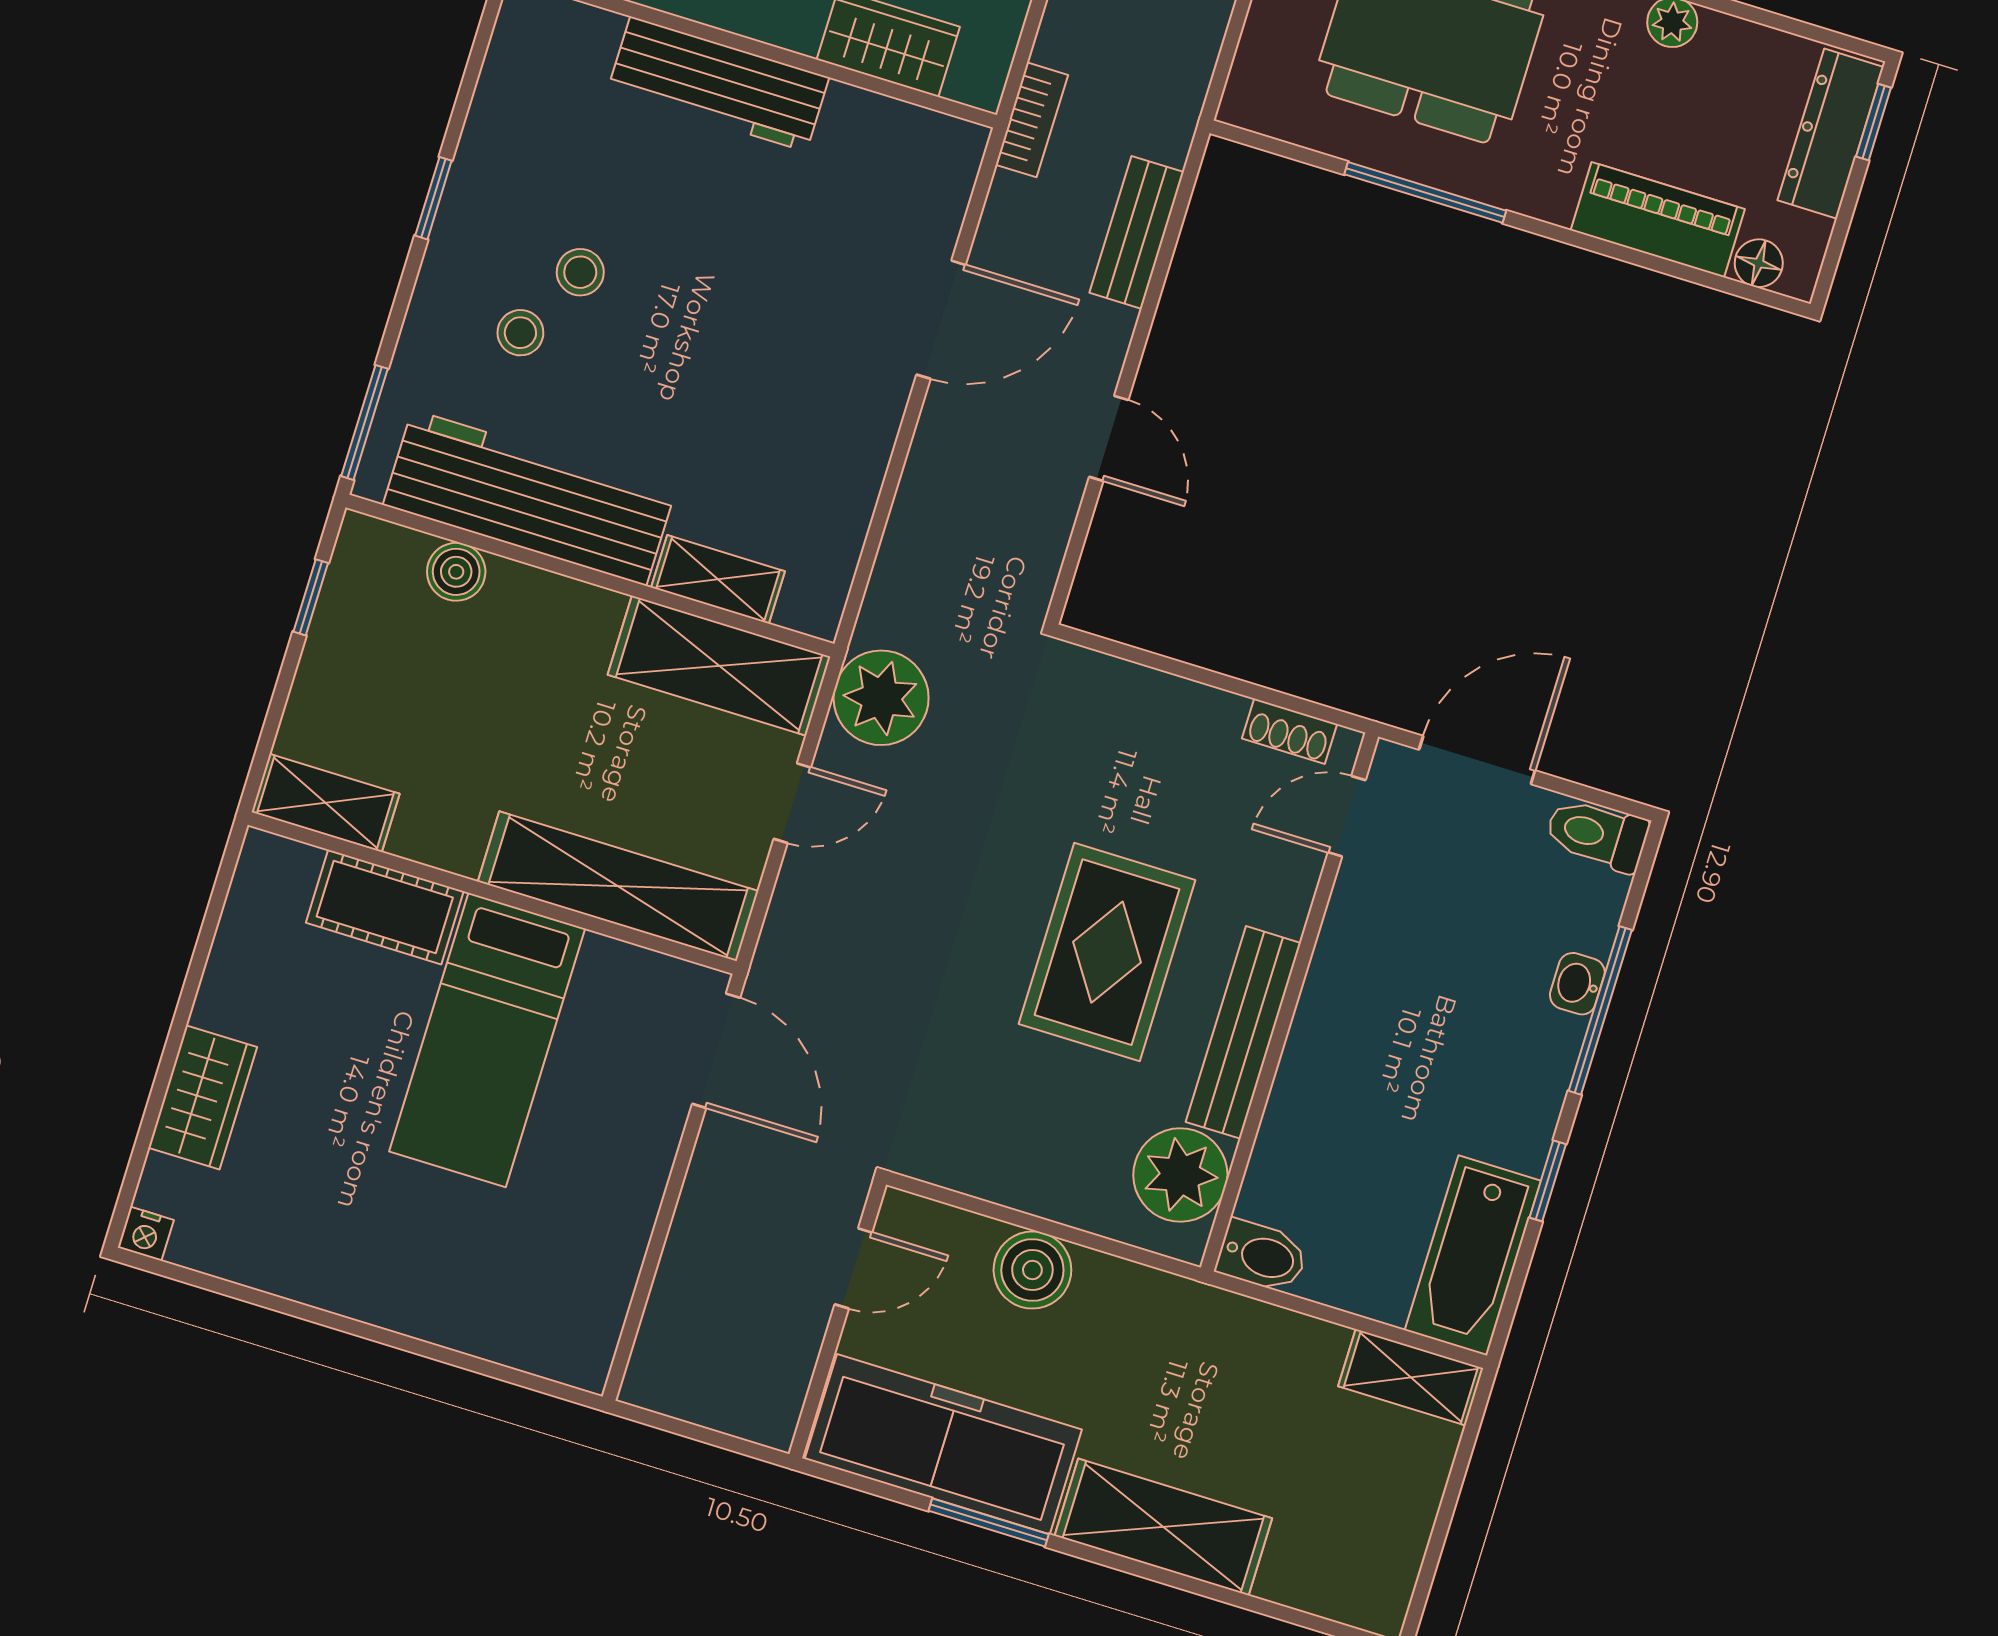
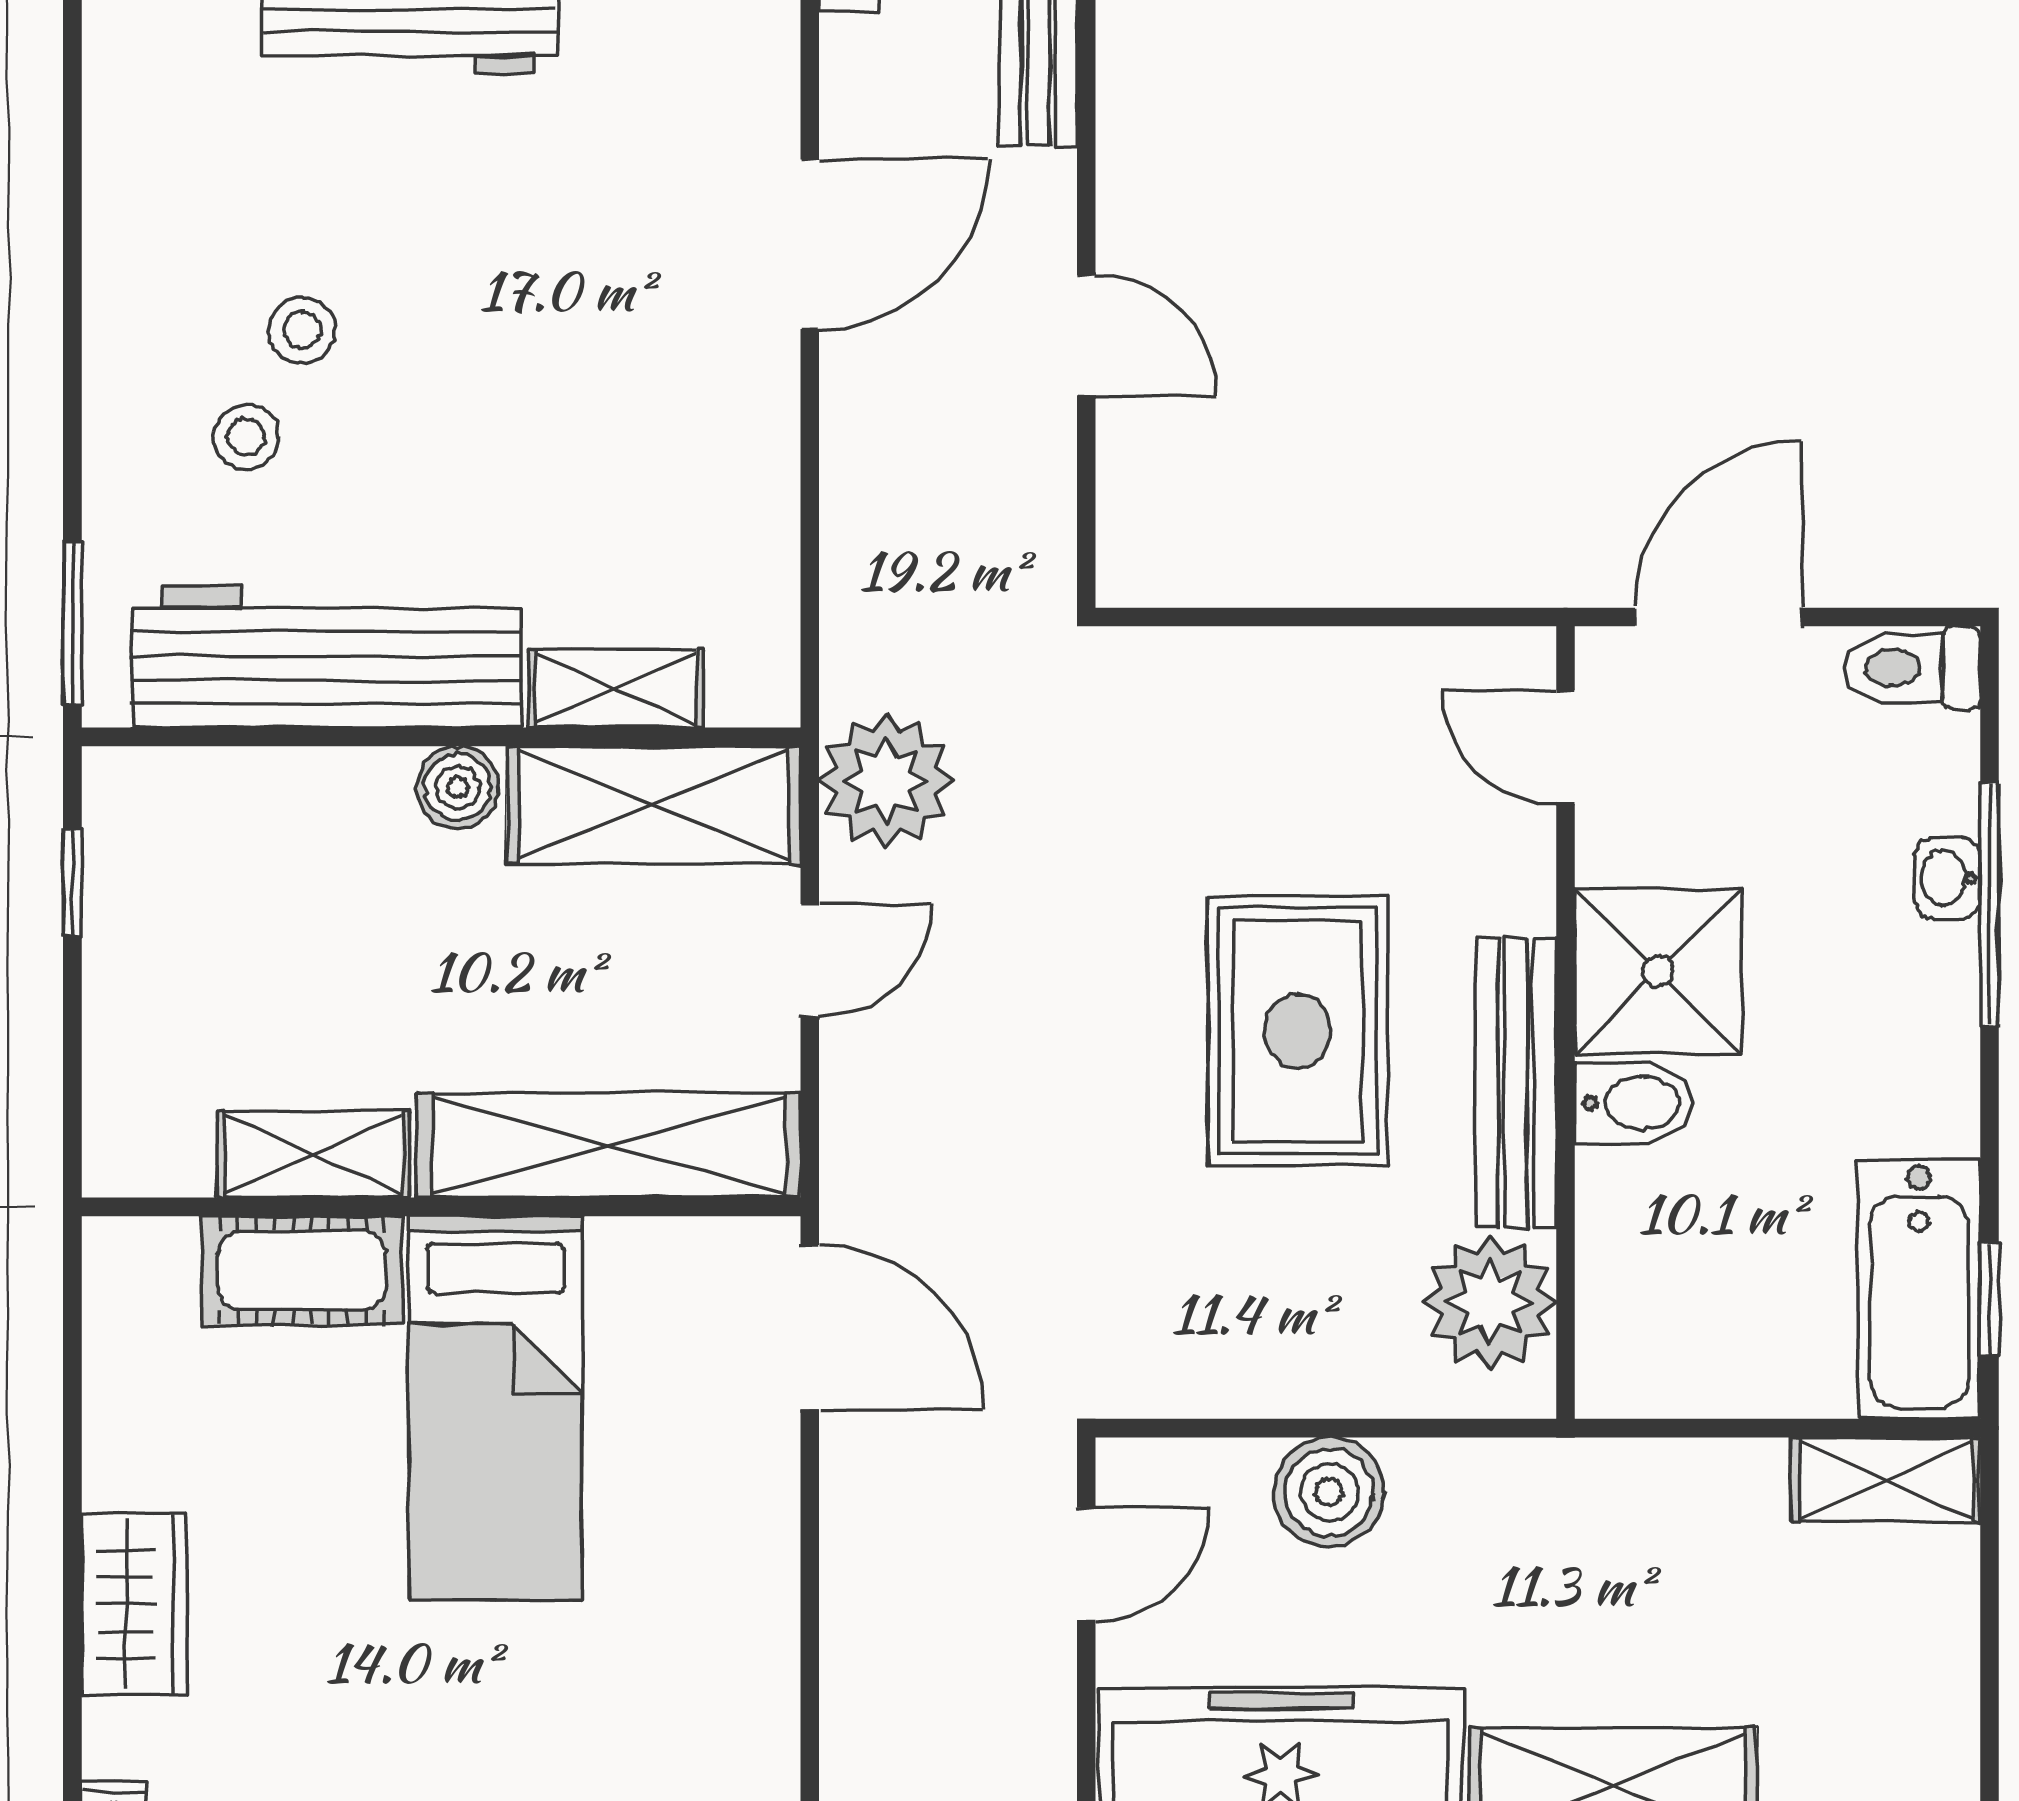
window: (433, 198) -> (72, 291), removed
boiler: (456, 572) -> (458, 787), moved
shoe rack: (1290, 731) -> (1453, 656), removed
shelving: (325, 803) -> (313, 1154), moved
door: (1347, 816) -> (1565, 747), hinge flipped
shower: (1363, 987) -> (1658, 971), added
window: (1548, 1181) -> (1989, 1299), moved
bidet: (1262, 1256) -> (1634, 1103), moved

